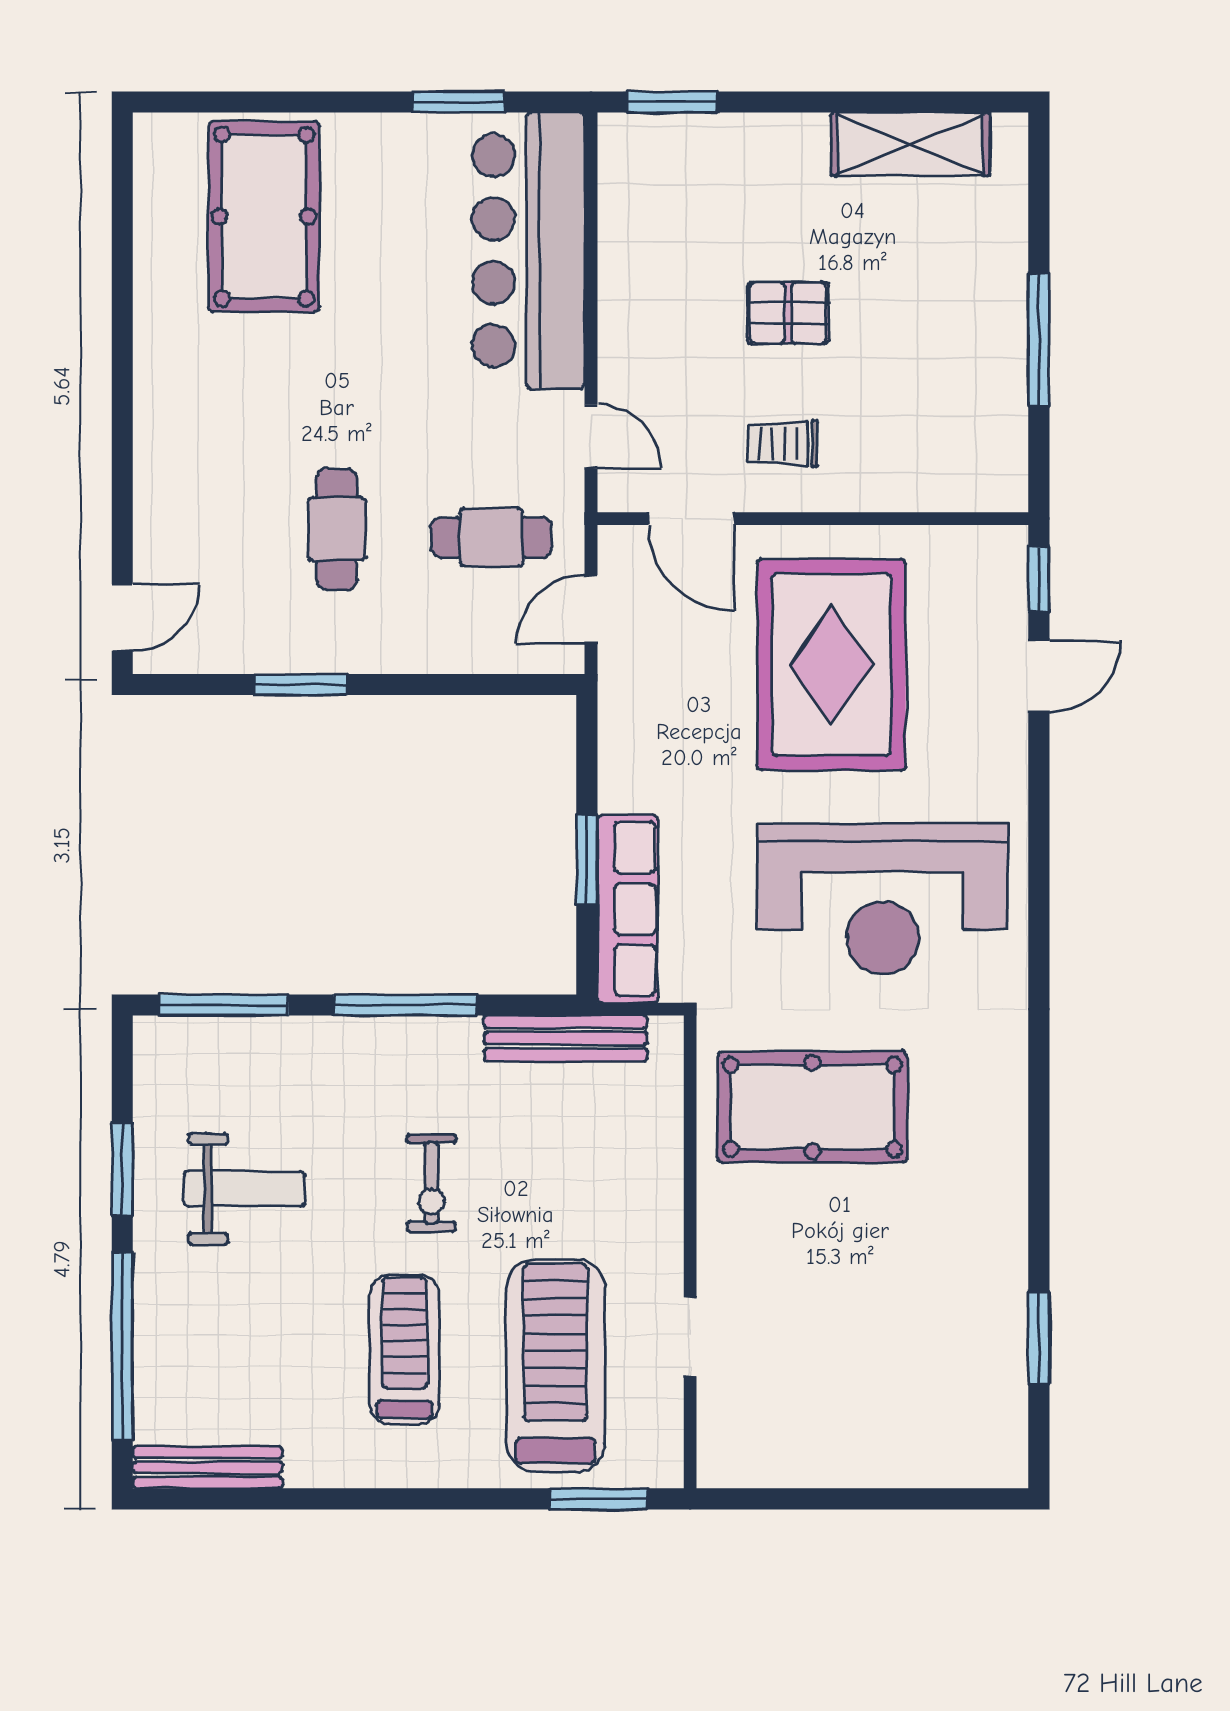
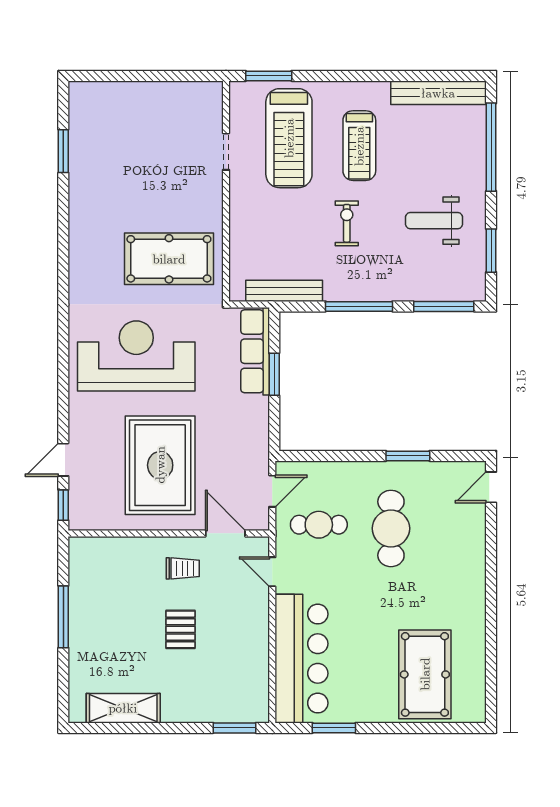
pallet: (788, 313) -> (180, 629), turned 90
cafe table: (337, 529) -> (391, 528), width x1.37, depth x1.35
window: (122, 1169) -> (491, 251), moved
bench: (207, 1467) -> (438, 93), width x1.37, depth x1.21

